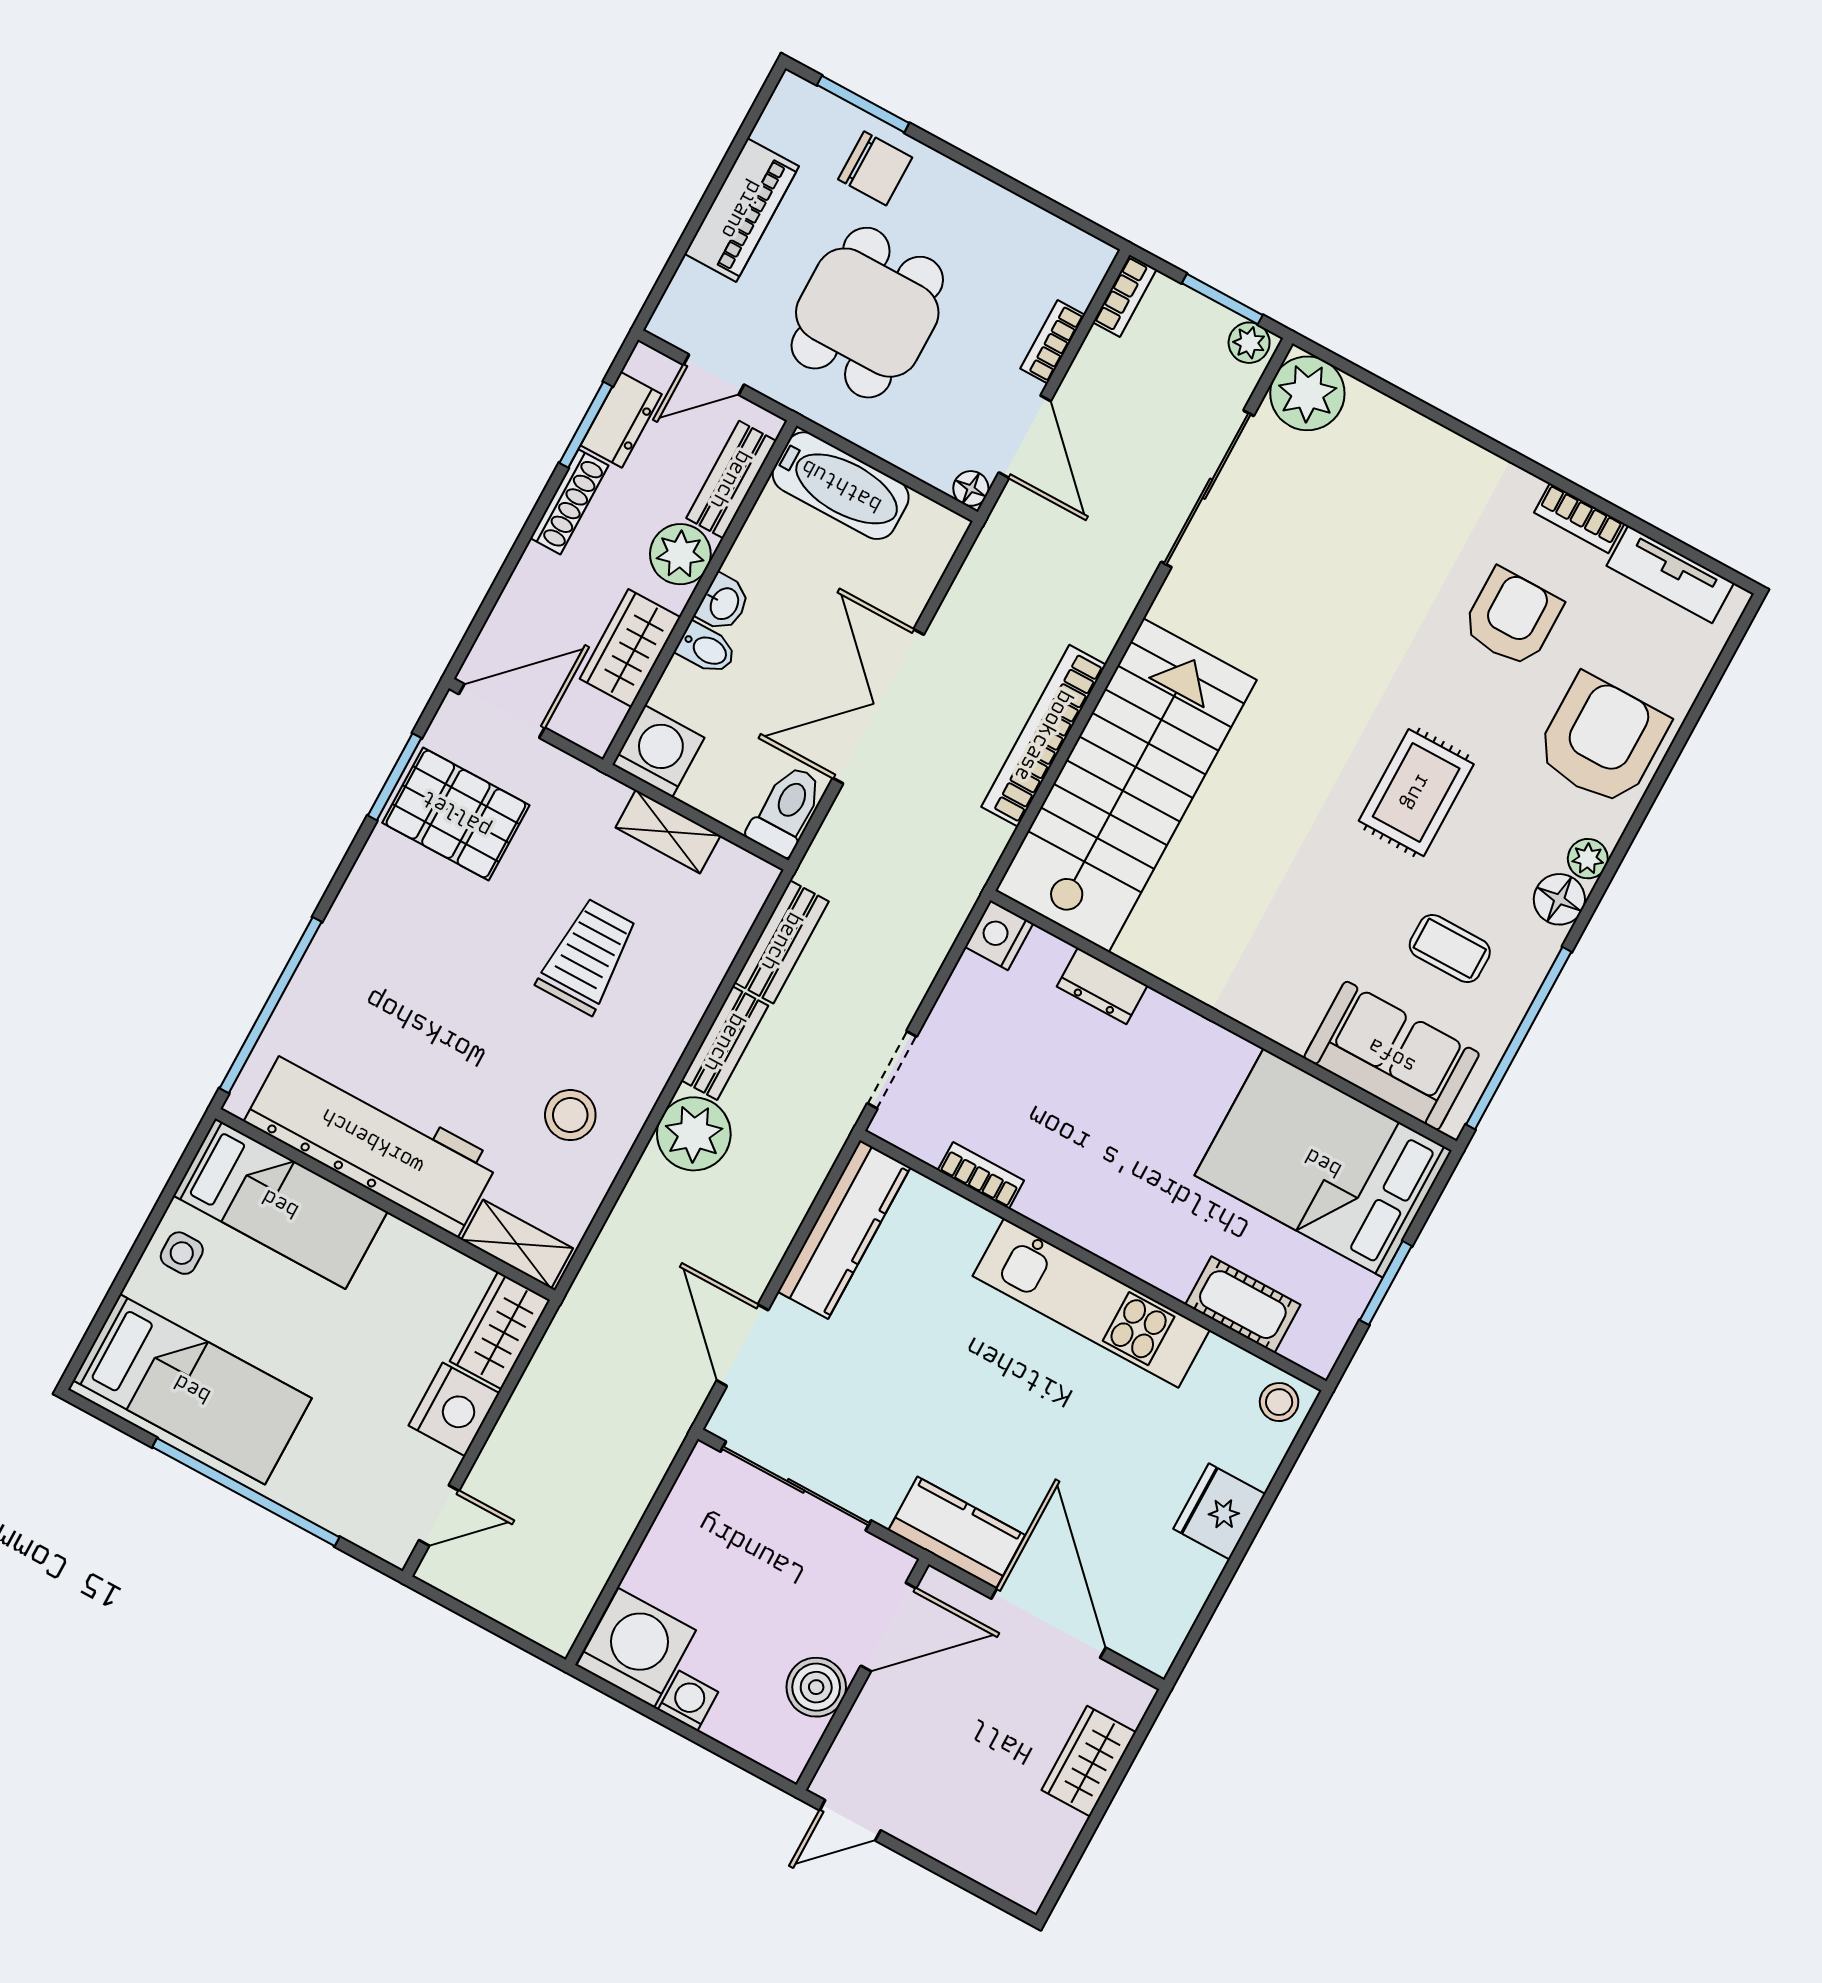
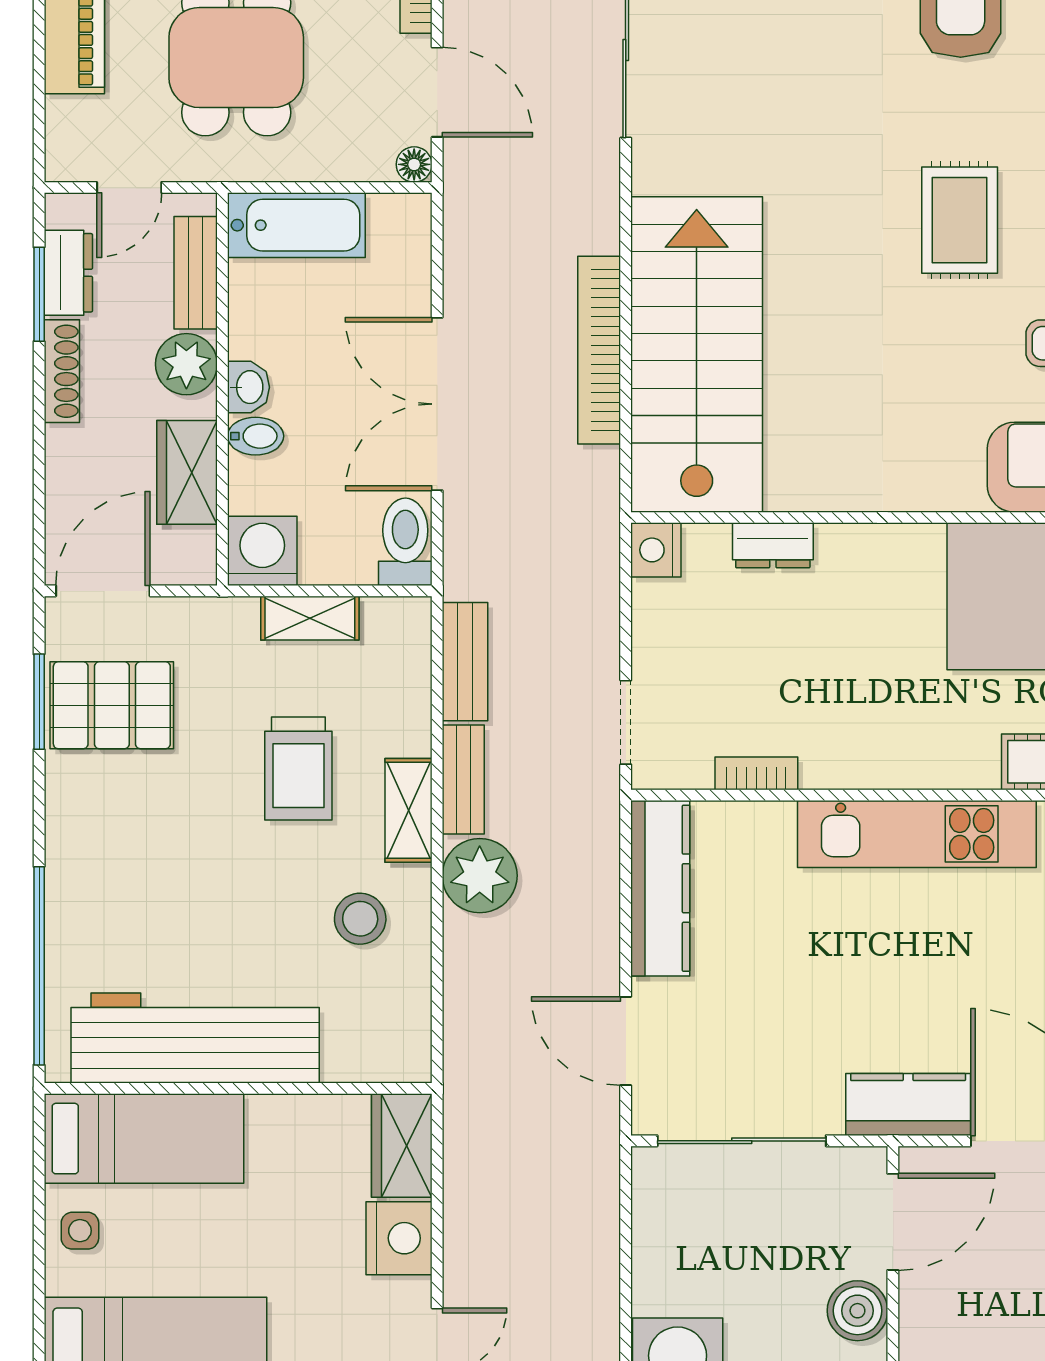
trolley: (587, 956) -> (298, 768), turned 180
shelving: (517, 1244) -> (408, 810), moved, turned 90

